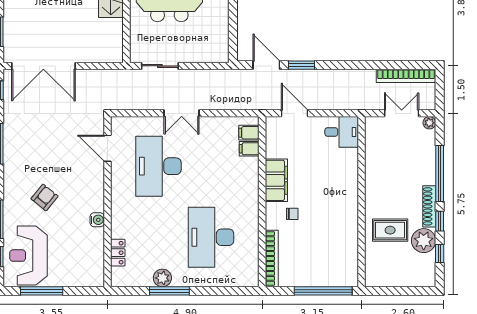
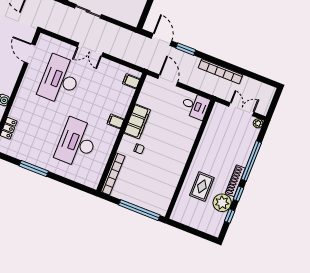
bookcase: (406, 76) -> (220, 71), moved
filing cabinet: (249, 149) -> (116, 121), moved
rug: (390, 230) -> (202, 186), turned 90
plant: (162, 278) -> (32, 158), removed

